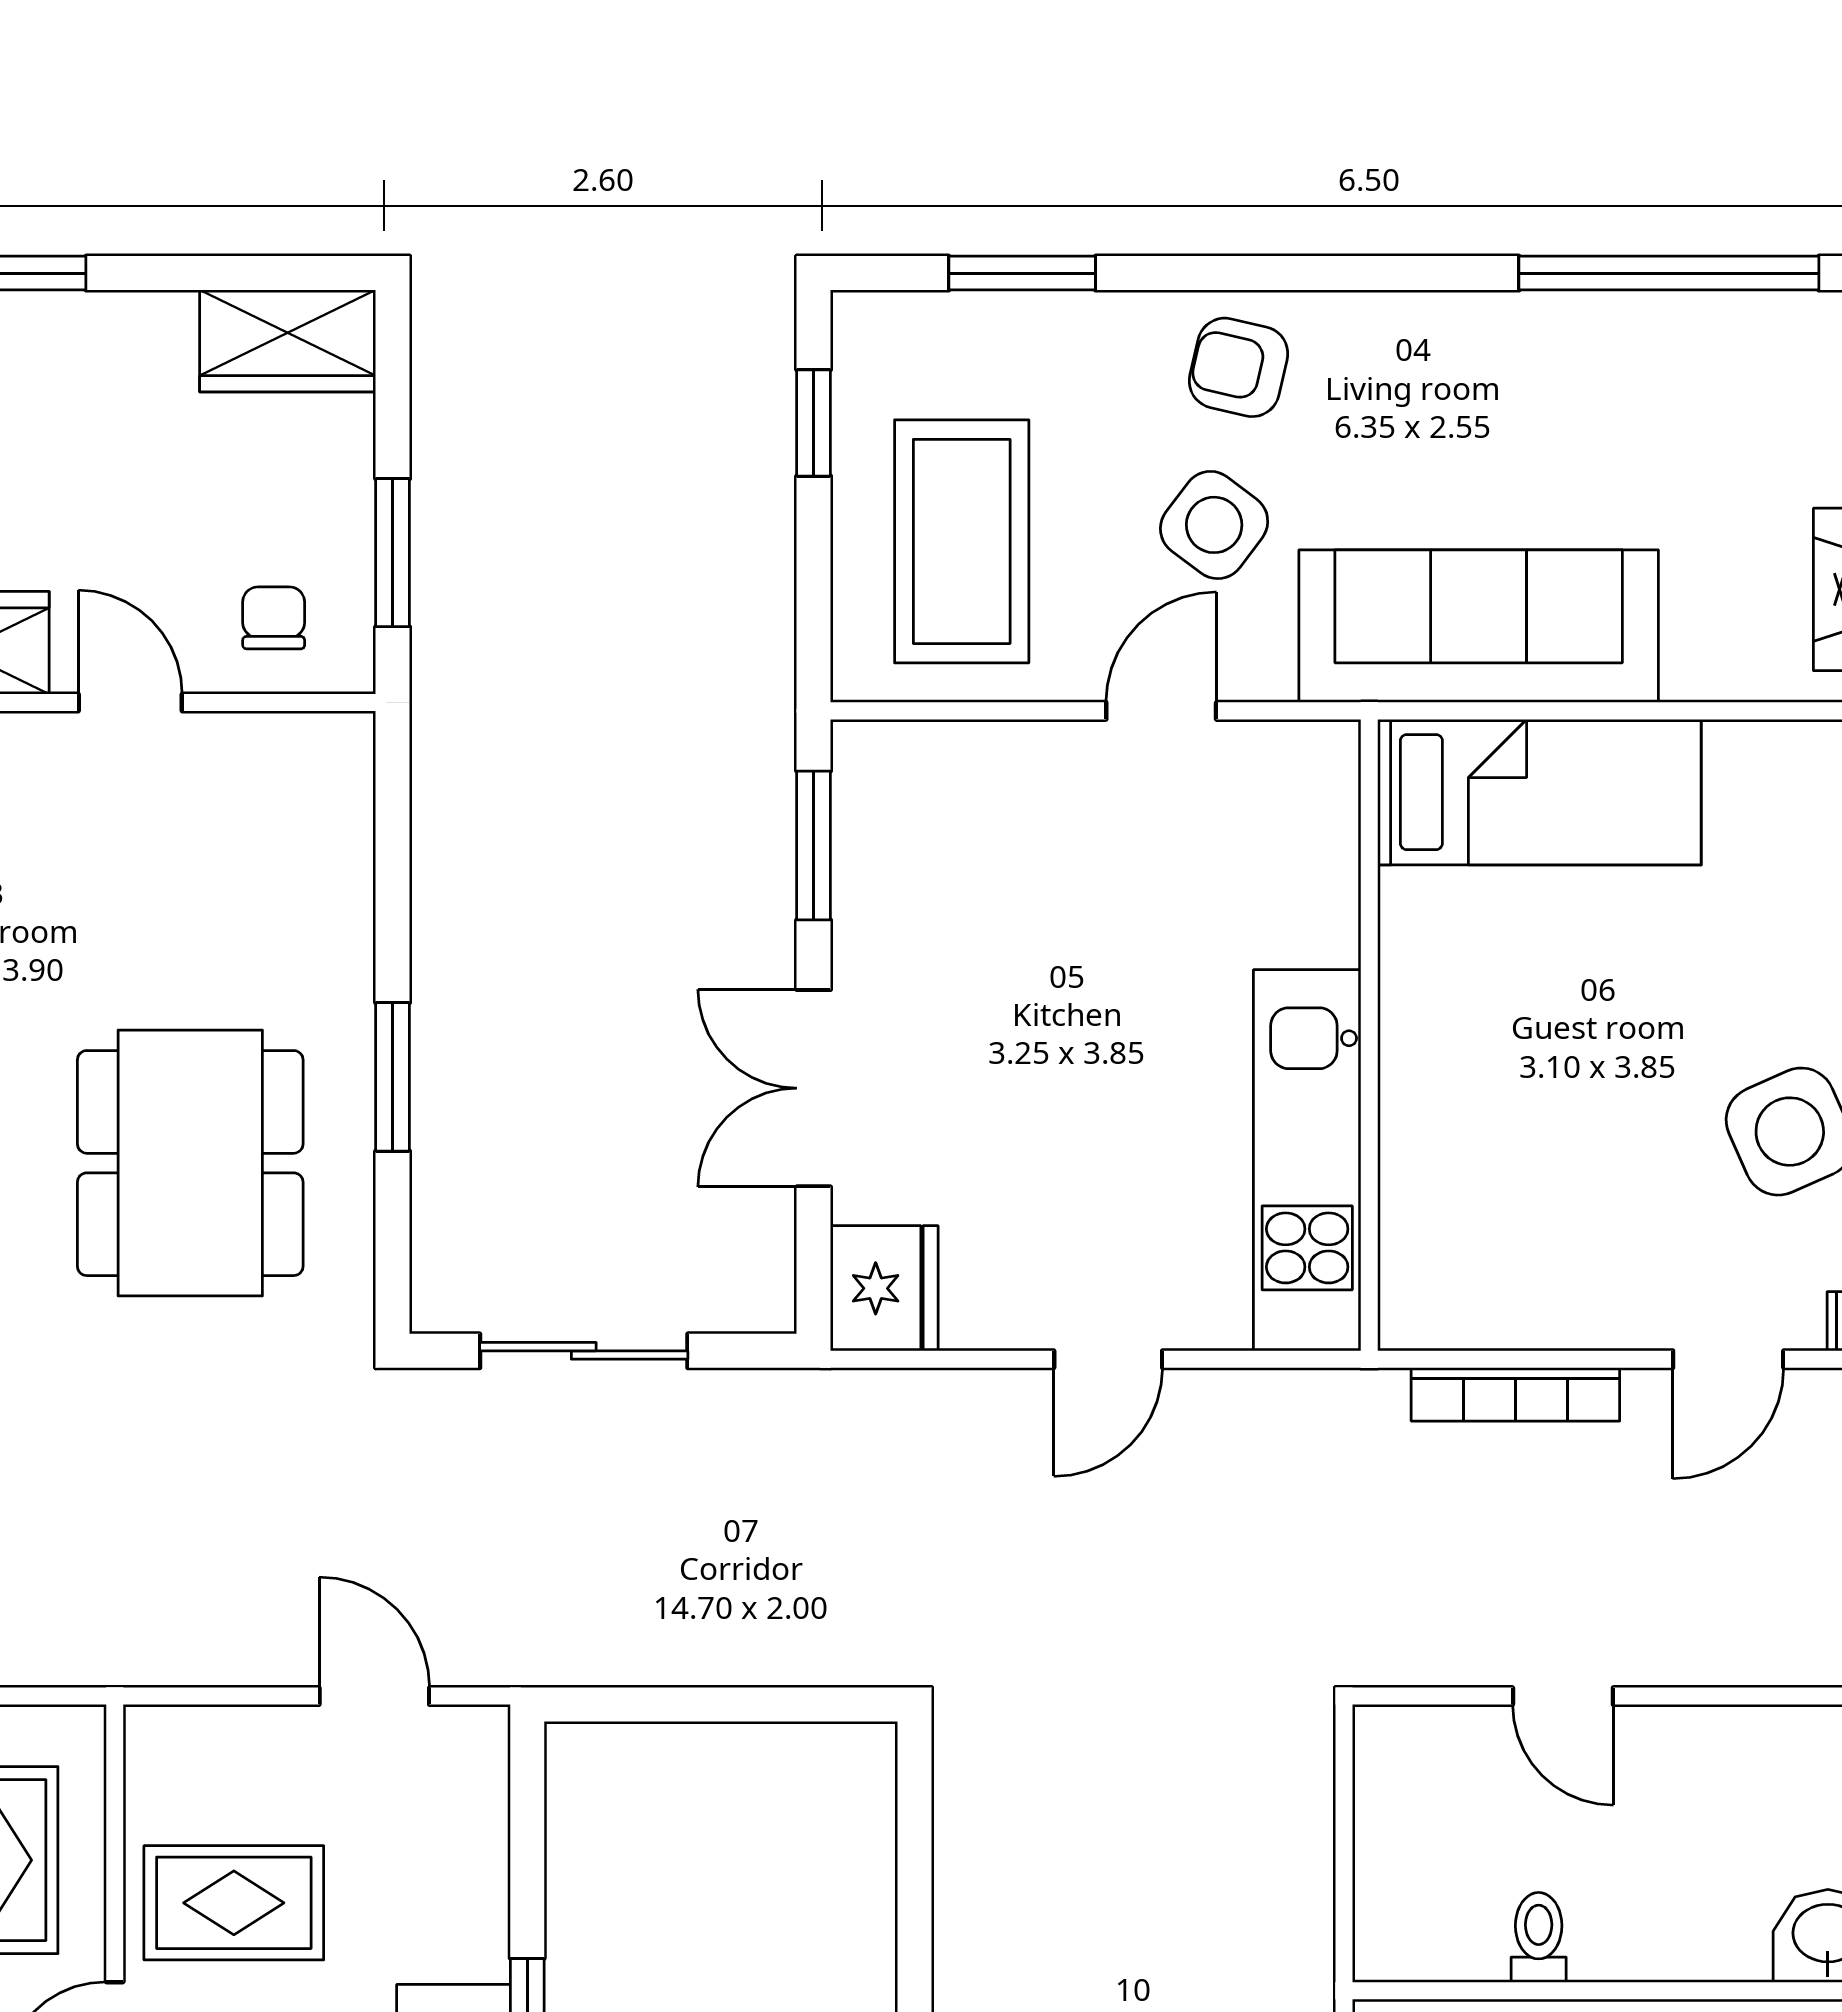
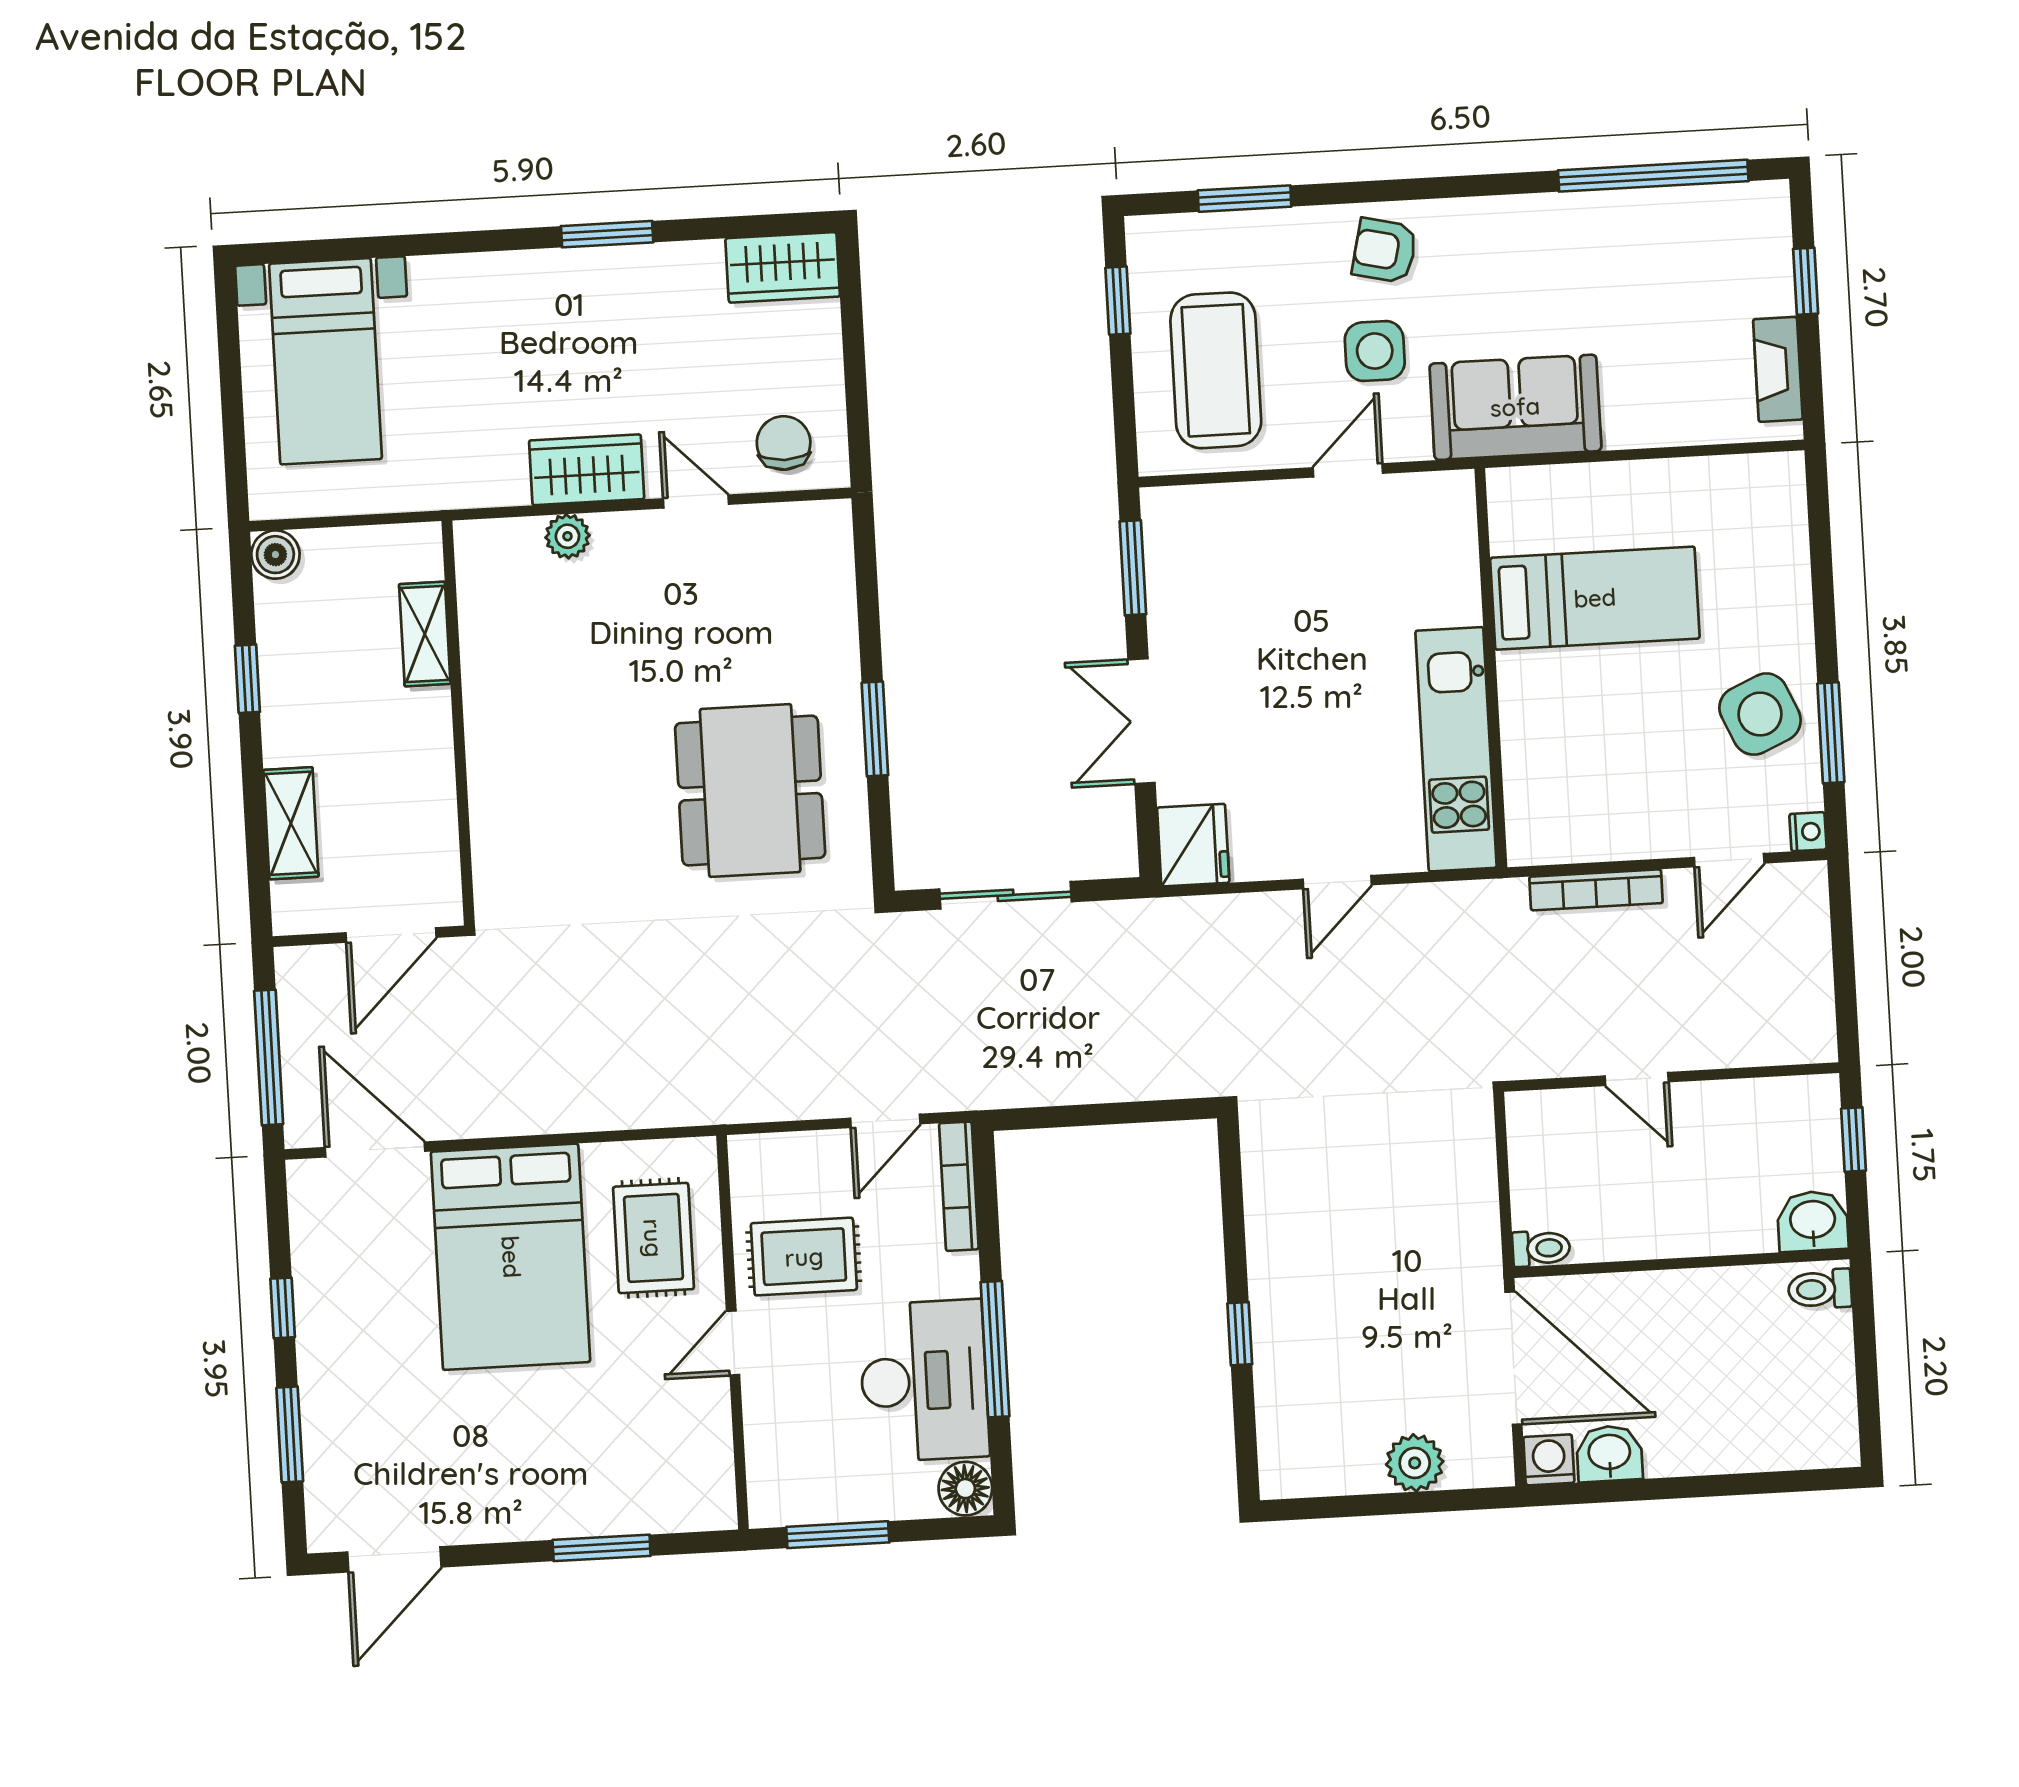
side table: (1214, 525) -> (1375, 351), turned -37
window: (393, 553) -> (856, 398), removed
chair: (274, 618) -> (784, 443), width x1.37, depth x1.37
sofa: (1479, 626) -> (1515, 407), width x0.73
bed: (1539, 792) -> (1595, 598), moved
door: (374, 1696) -> (885, 1121), swing flipped
bookcase: (485, 1806) -> (959, 1186), added
toilet: (1539, 1937) -> (1541, 1248), moved, turned 90

